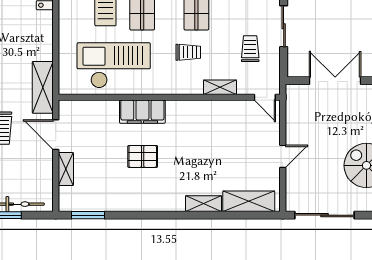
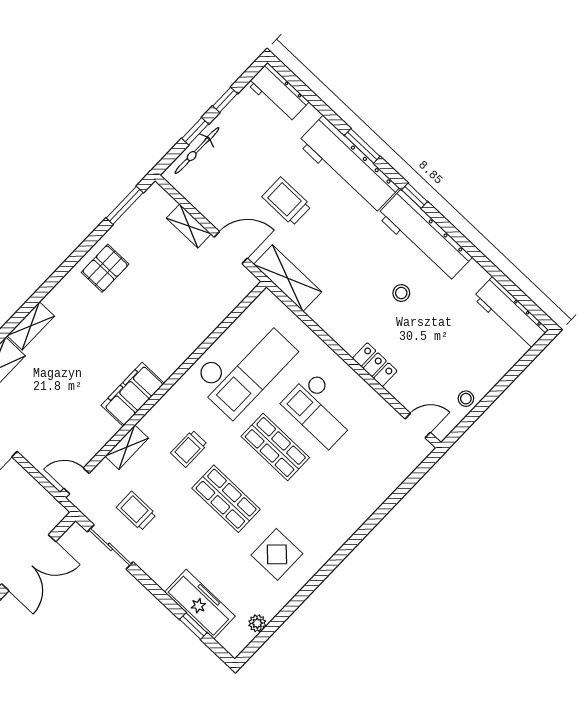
sliding door: (284, 26) -> (110, 547), moved
trolley: (250, 49) -> (136, 511), turned 180
filing cabinet: (142, 112) -> (133, 394), moved
pallet: (143, 156) -> (105, 268), moved

